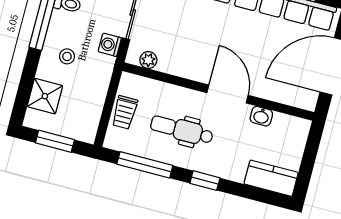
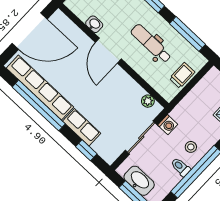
stool: (67, 56) -> (191, 147), moved
dental chair: (182, 130) -> (151, 44), turned 180

